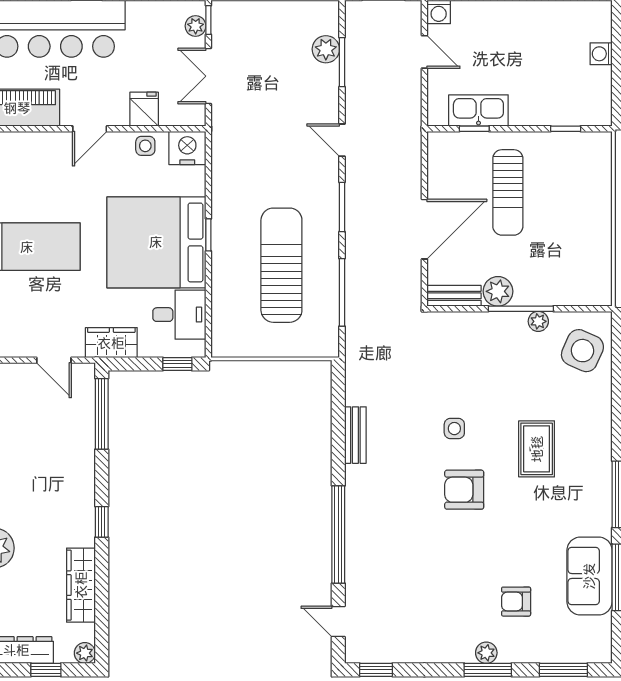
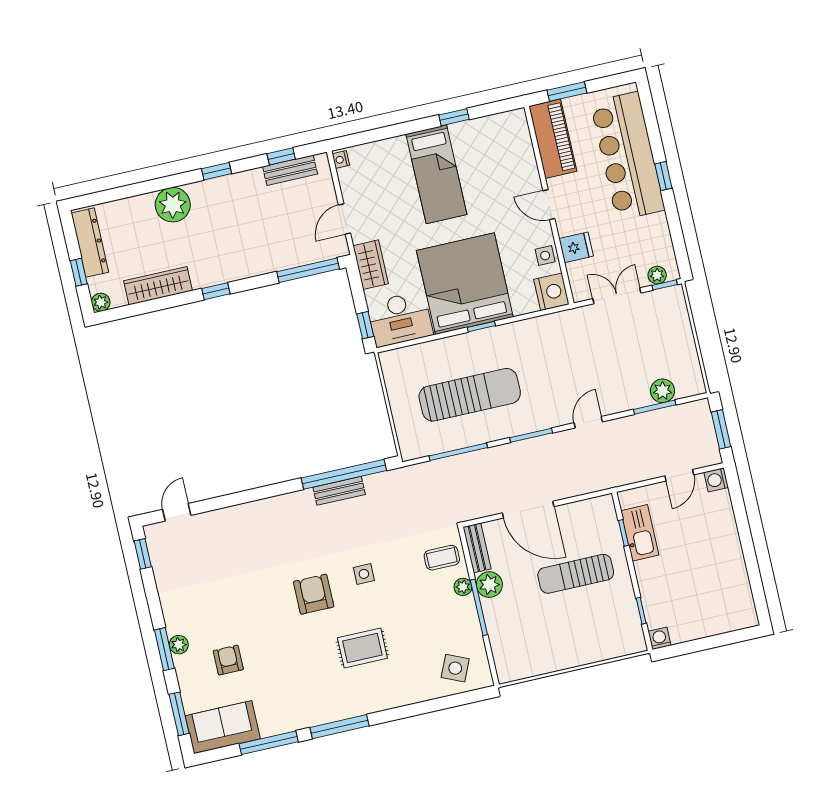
washing machine: (601, 54) -> (660, 638), moved
desk: (179, 315) -> (400, 319), width x1.37
plant: (538, 321) -> (463, 587), moved
coffee table: (456, 338) -> (442, 558), added
side table: (582, 351) -> (455, 668), width x0.73, depth x0.73
window: (338, 534) -> (344, 474), moved
sofa: (589, 576) -> (223, 727), moved

